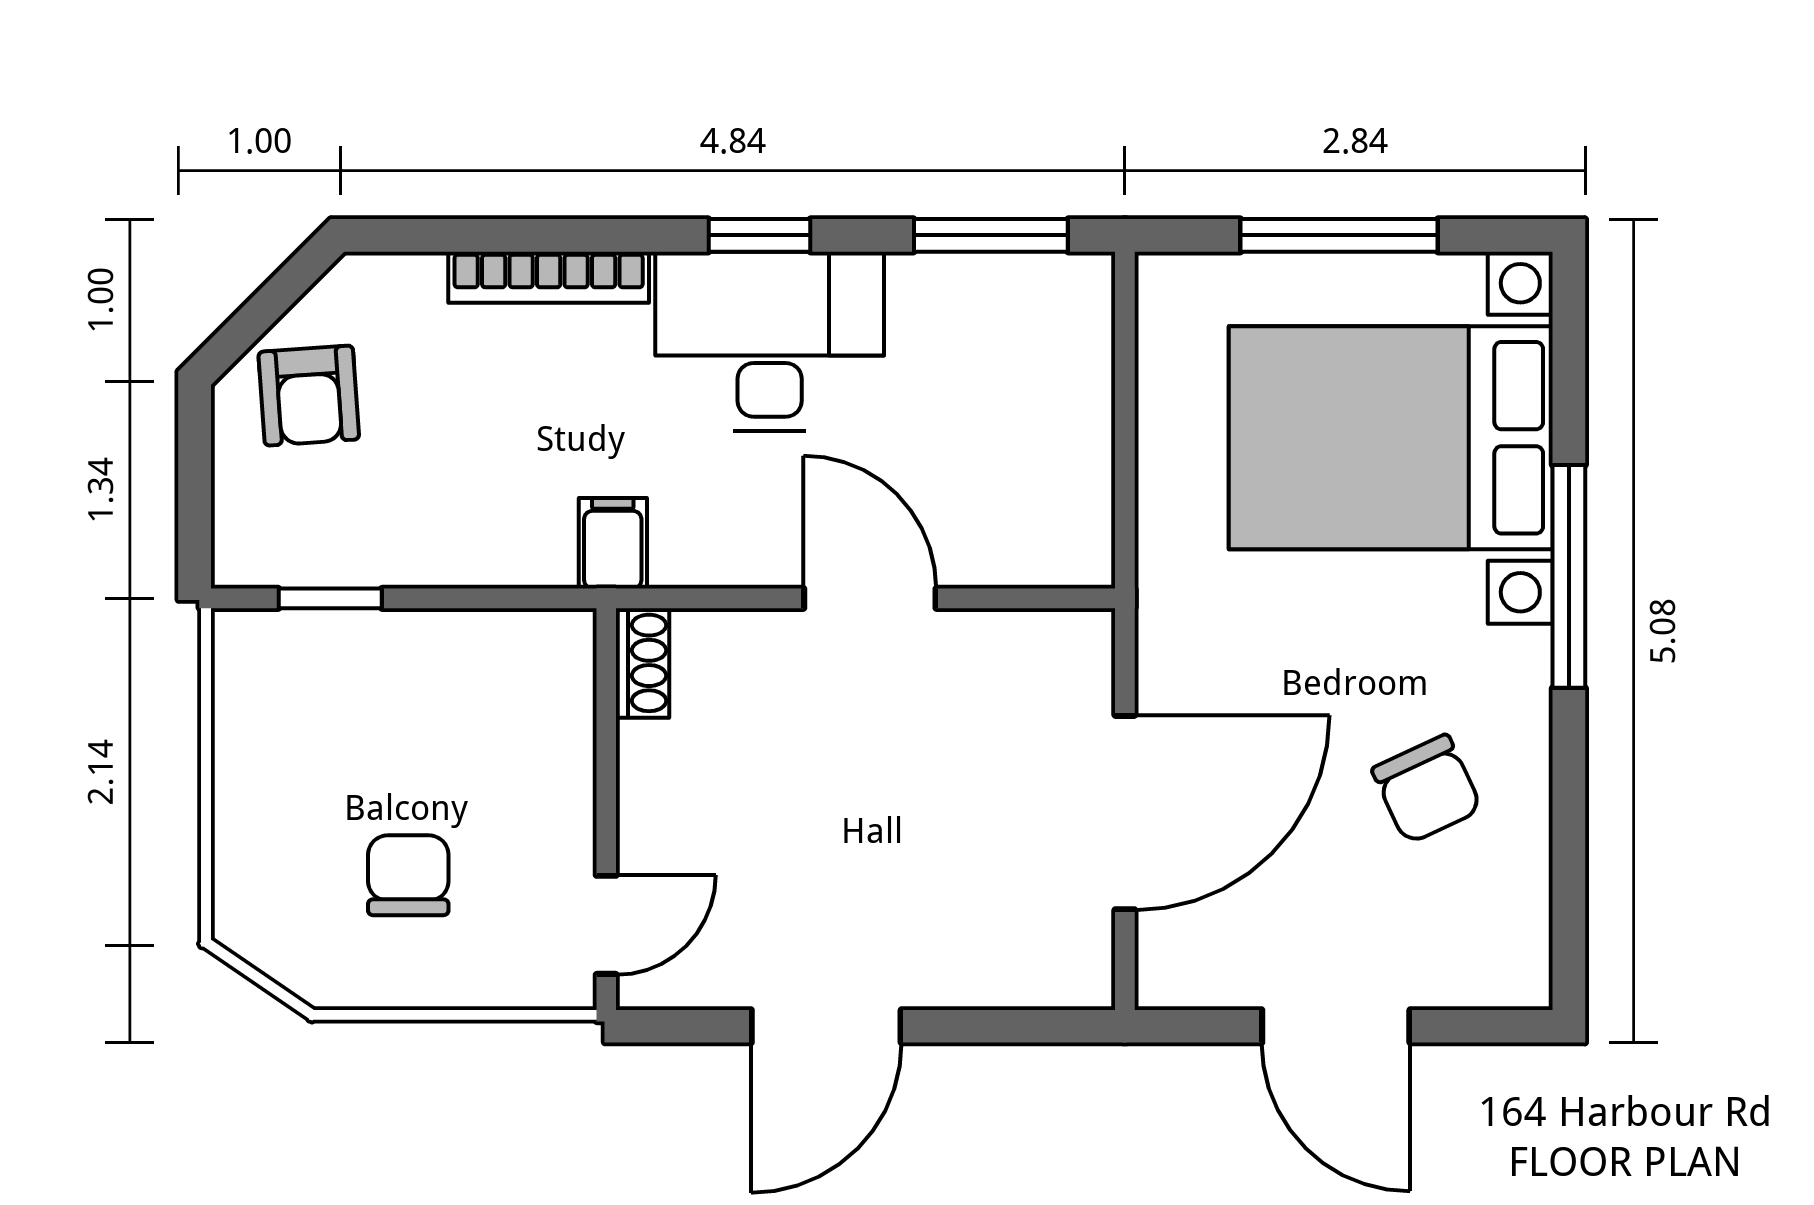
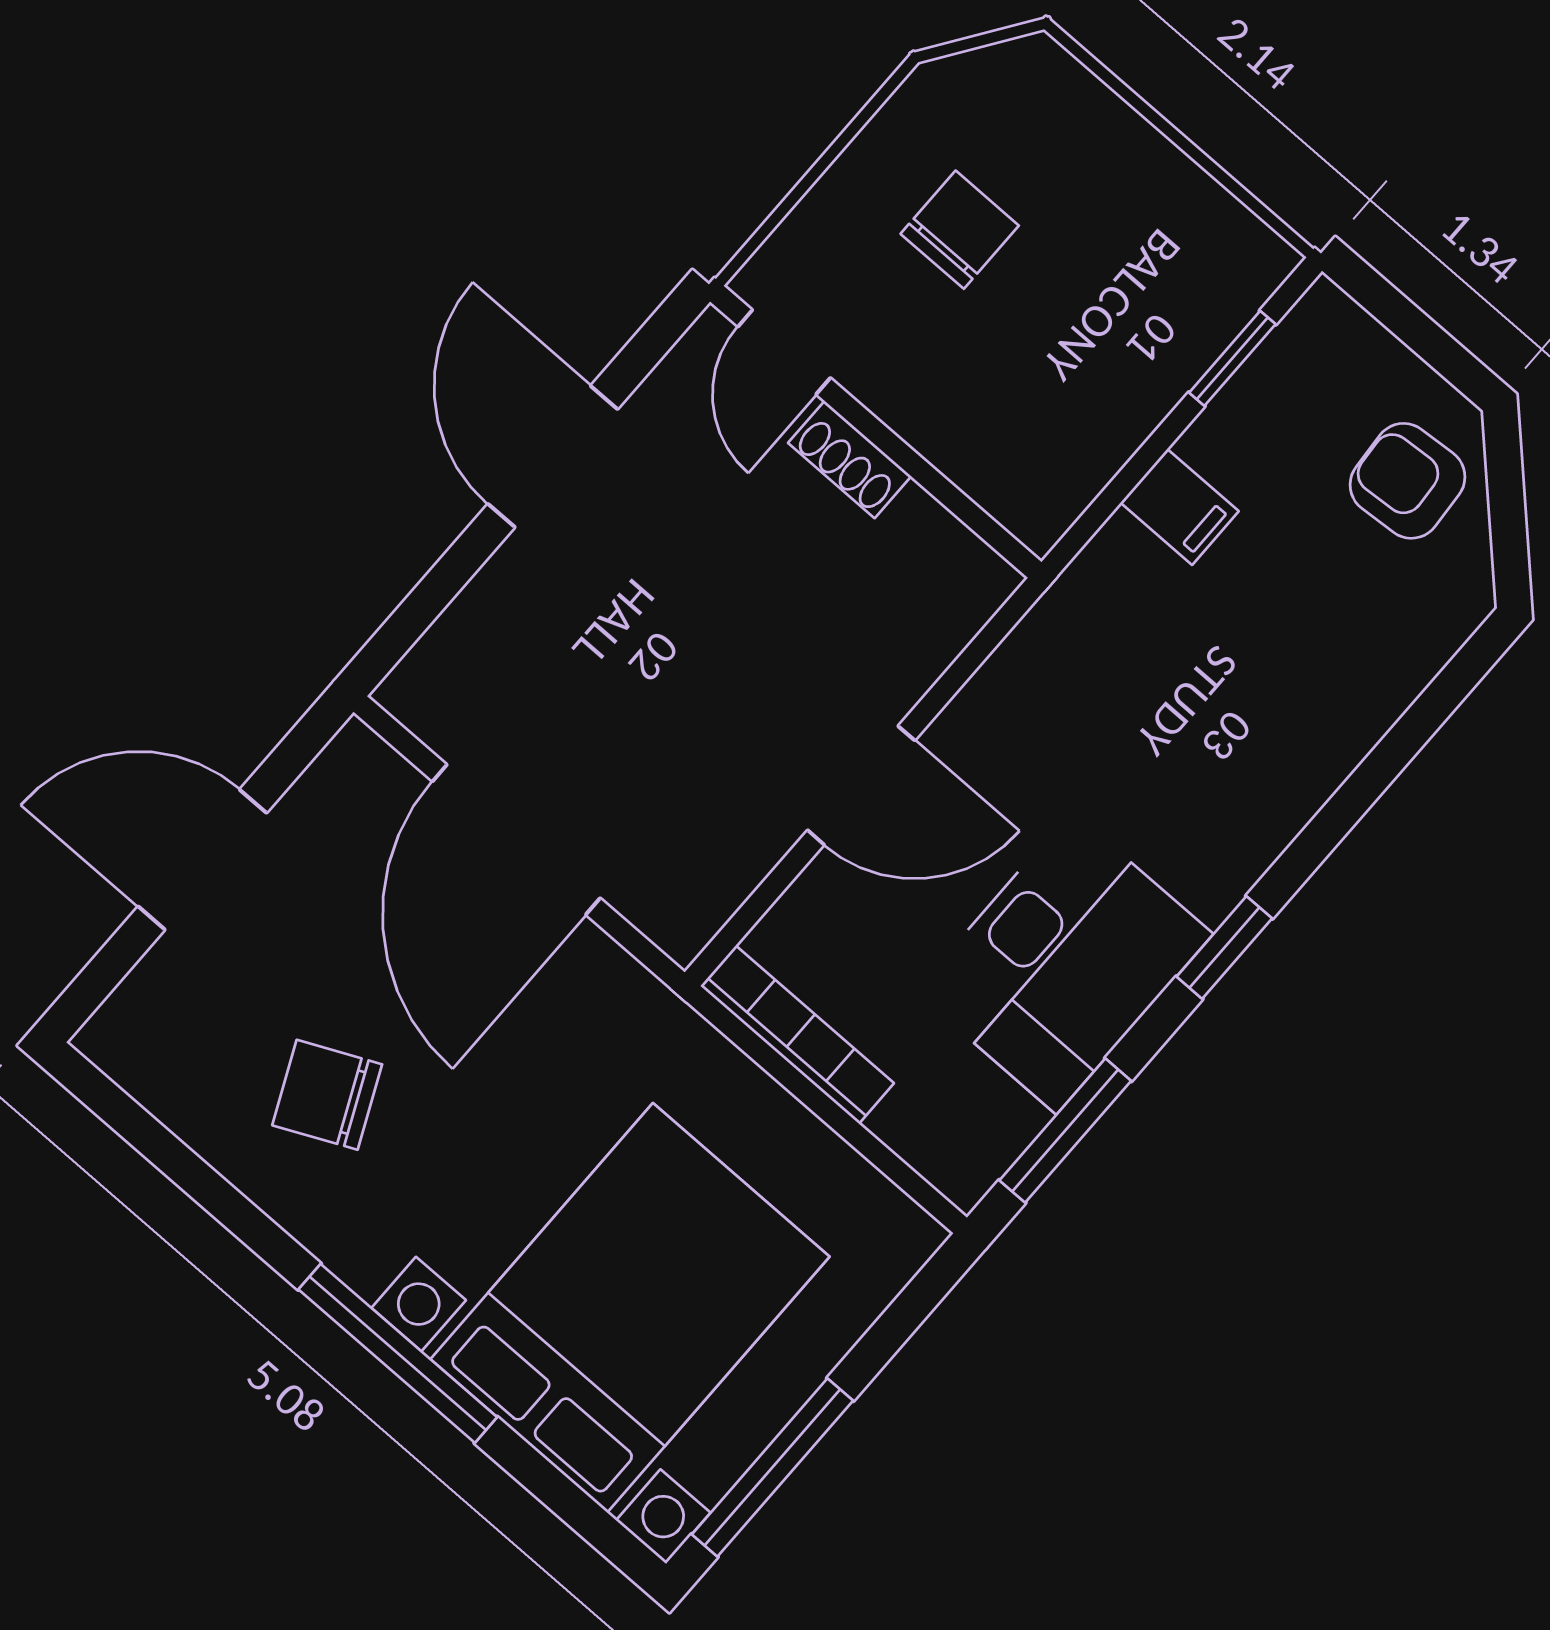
window: (1339, 235) -> (772, 1467), moved
bookcase: (549, 277) -> (797, 1035), moved, turned 90
desk: (770, 341) -> (1064, 963), moved
filing cabinet: (613, 543) -> (1180, 507), moved
shoe rack: (643, 663) -> (850, 460), moved
chair: (408, 875) -> (960, 230), turned -90

